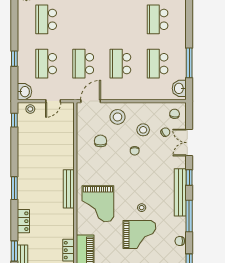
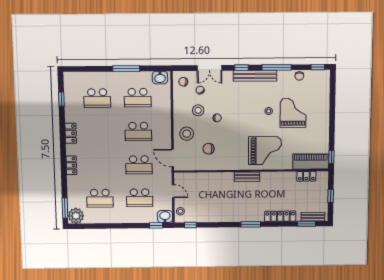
window: (14, 59) -> (156, 225), moved
window: (189, 63) -> (126, 69), moved
bench: (69, 189) -> (247, 177), width x0.73
locker: (23, 221) -> (280, 216), width x1.53

